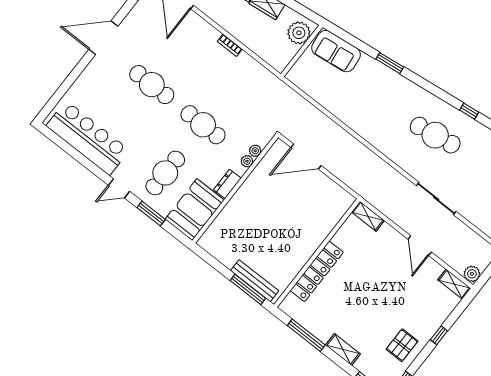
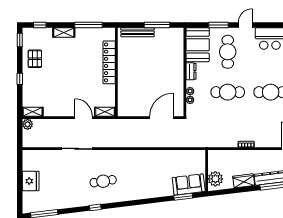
window: (390, 63) -> (183, 197), moved
cafe table: (435, 135) -> (103, 181), width x0.73, depth x0.74
door: (420, 246) -> (84, 118), moved
window: (248, 289) -> (157, 25), moved

